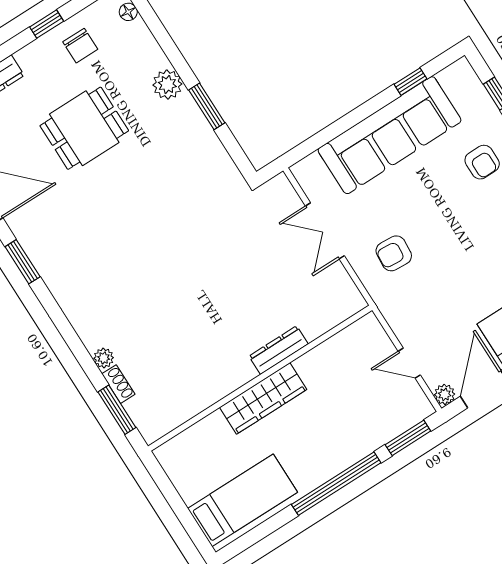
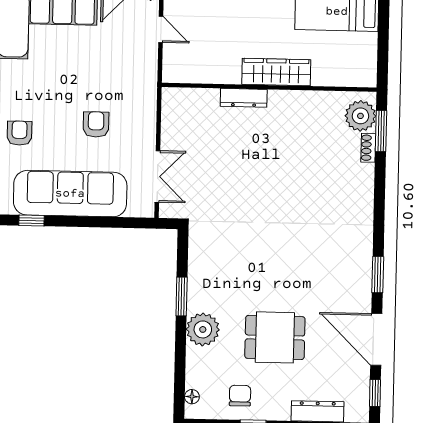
plant: (167, 84) -> (203, 329), width x1.36, depth x1.36
double door: (325, 231) -> (157, 177), moved
armchair: (394, 253) -> (96, 124), moved, turned -94
plant: (104, 358) -> (360, 116), moved, width x1.87, depth x1.87

